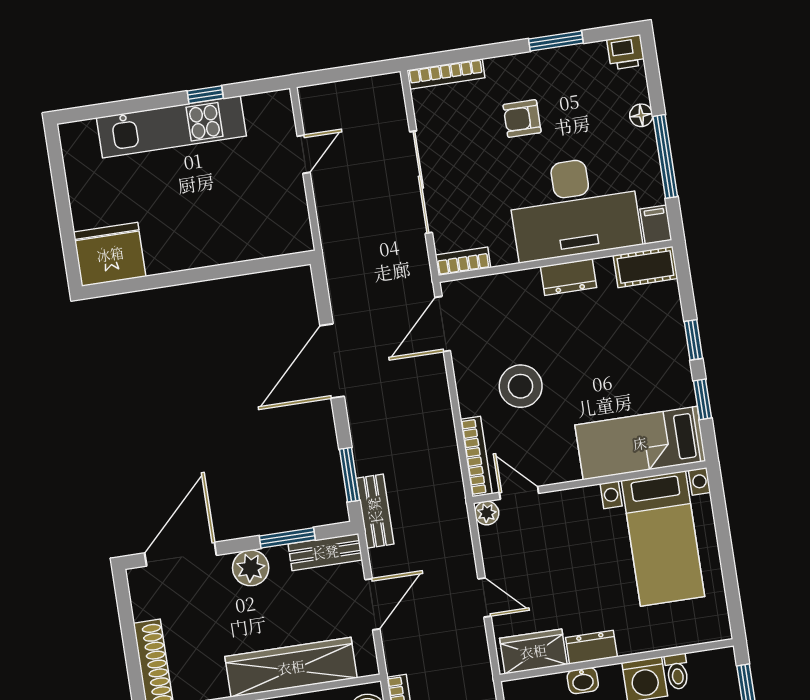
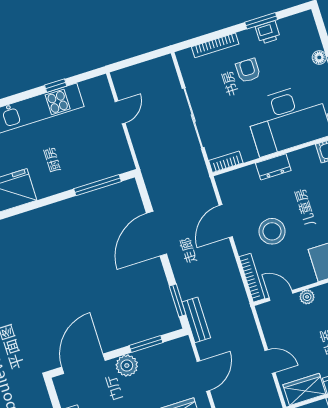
printer: (626, 52) -> (268, 32), moved
bookcase: (446, 74) -> (215, 45), moved
armchair: (522, 119) -> (248, 70), turned 90
window: (248, 267) -> (98, 185), added
dresser: (568, 277) -> (273, 167), moved
door: (443, 324) -> (226, 221), moved
plant: (487, 513) -> (307, 297), moved
bench: (325, 552) -> (170, 349), removed

